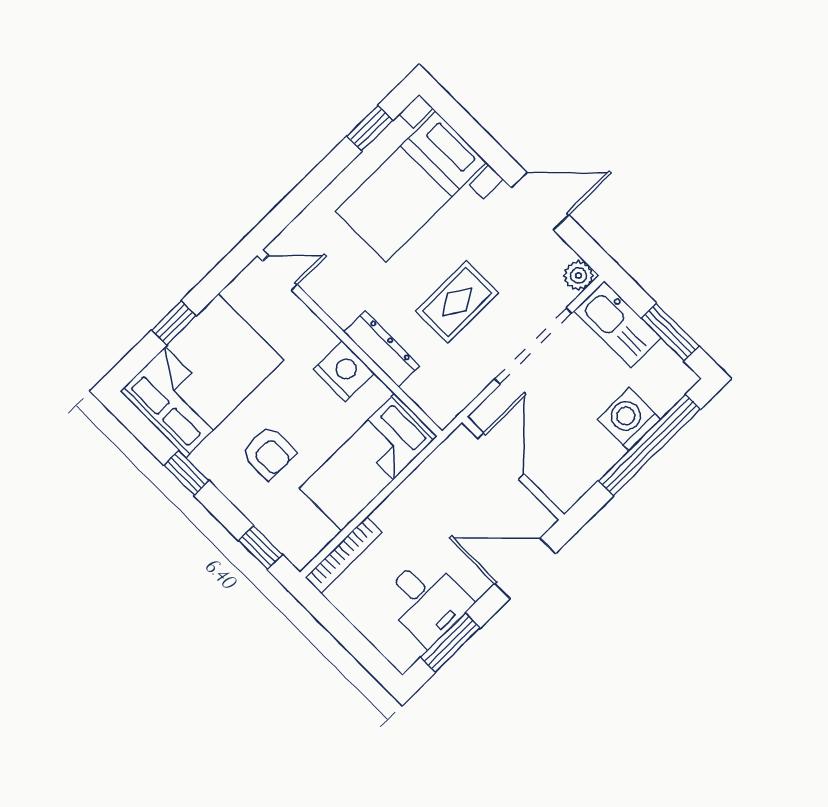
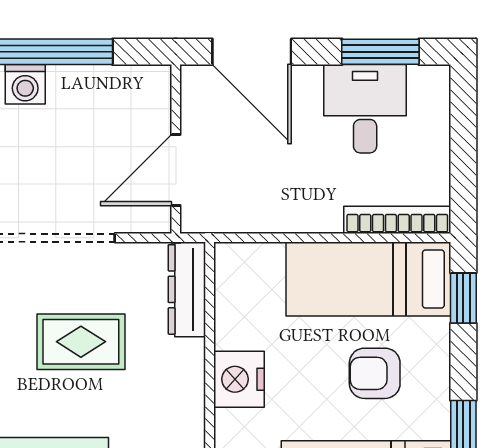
dresser: (382, 349) -> (187, 289), moved
washing machine: (629, 419) -> (25, 84), width x0.73, depth x0.73
armchair: (268, 453) -> (375, 373), turned -90
bed: (368, 462) -> (368, 279), moved, turned 180

